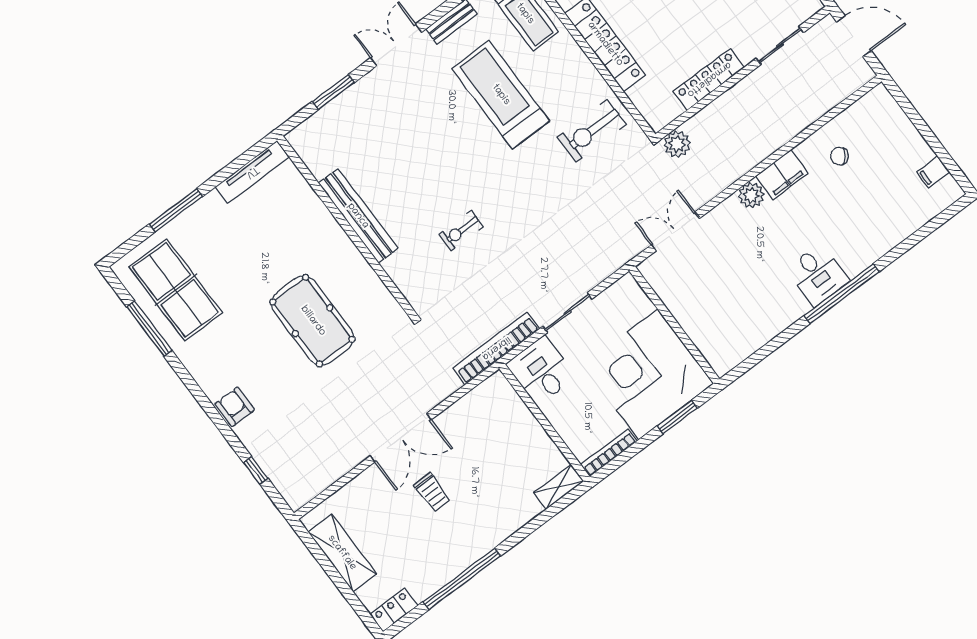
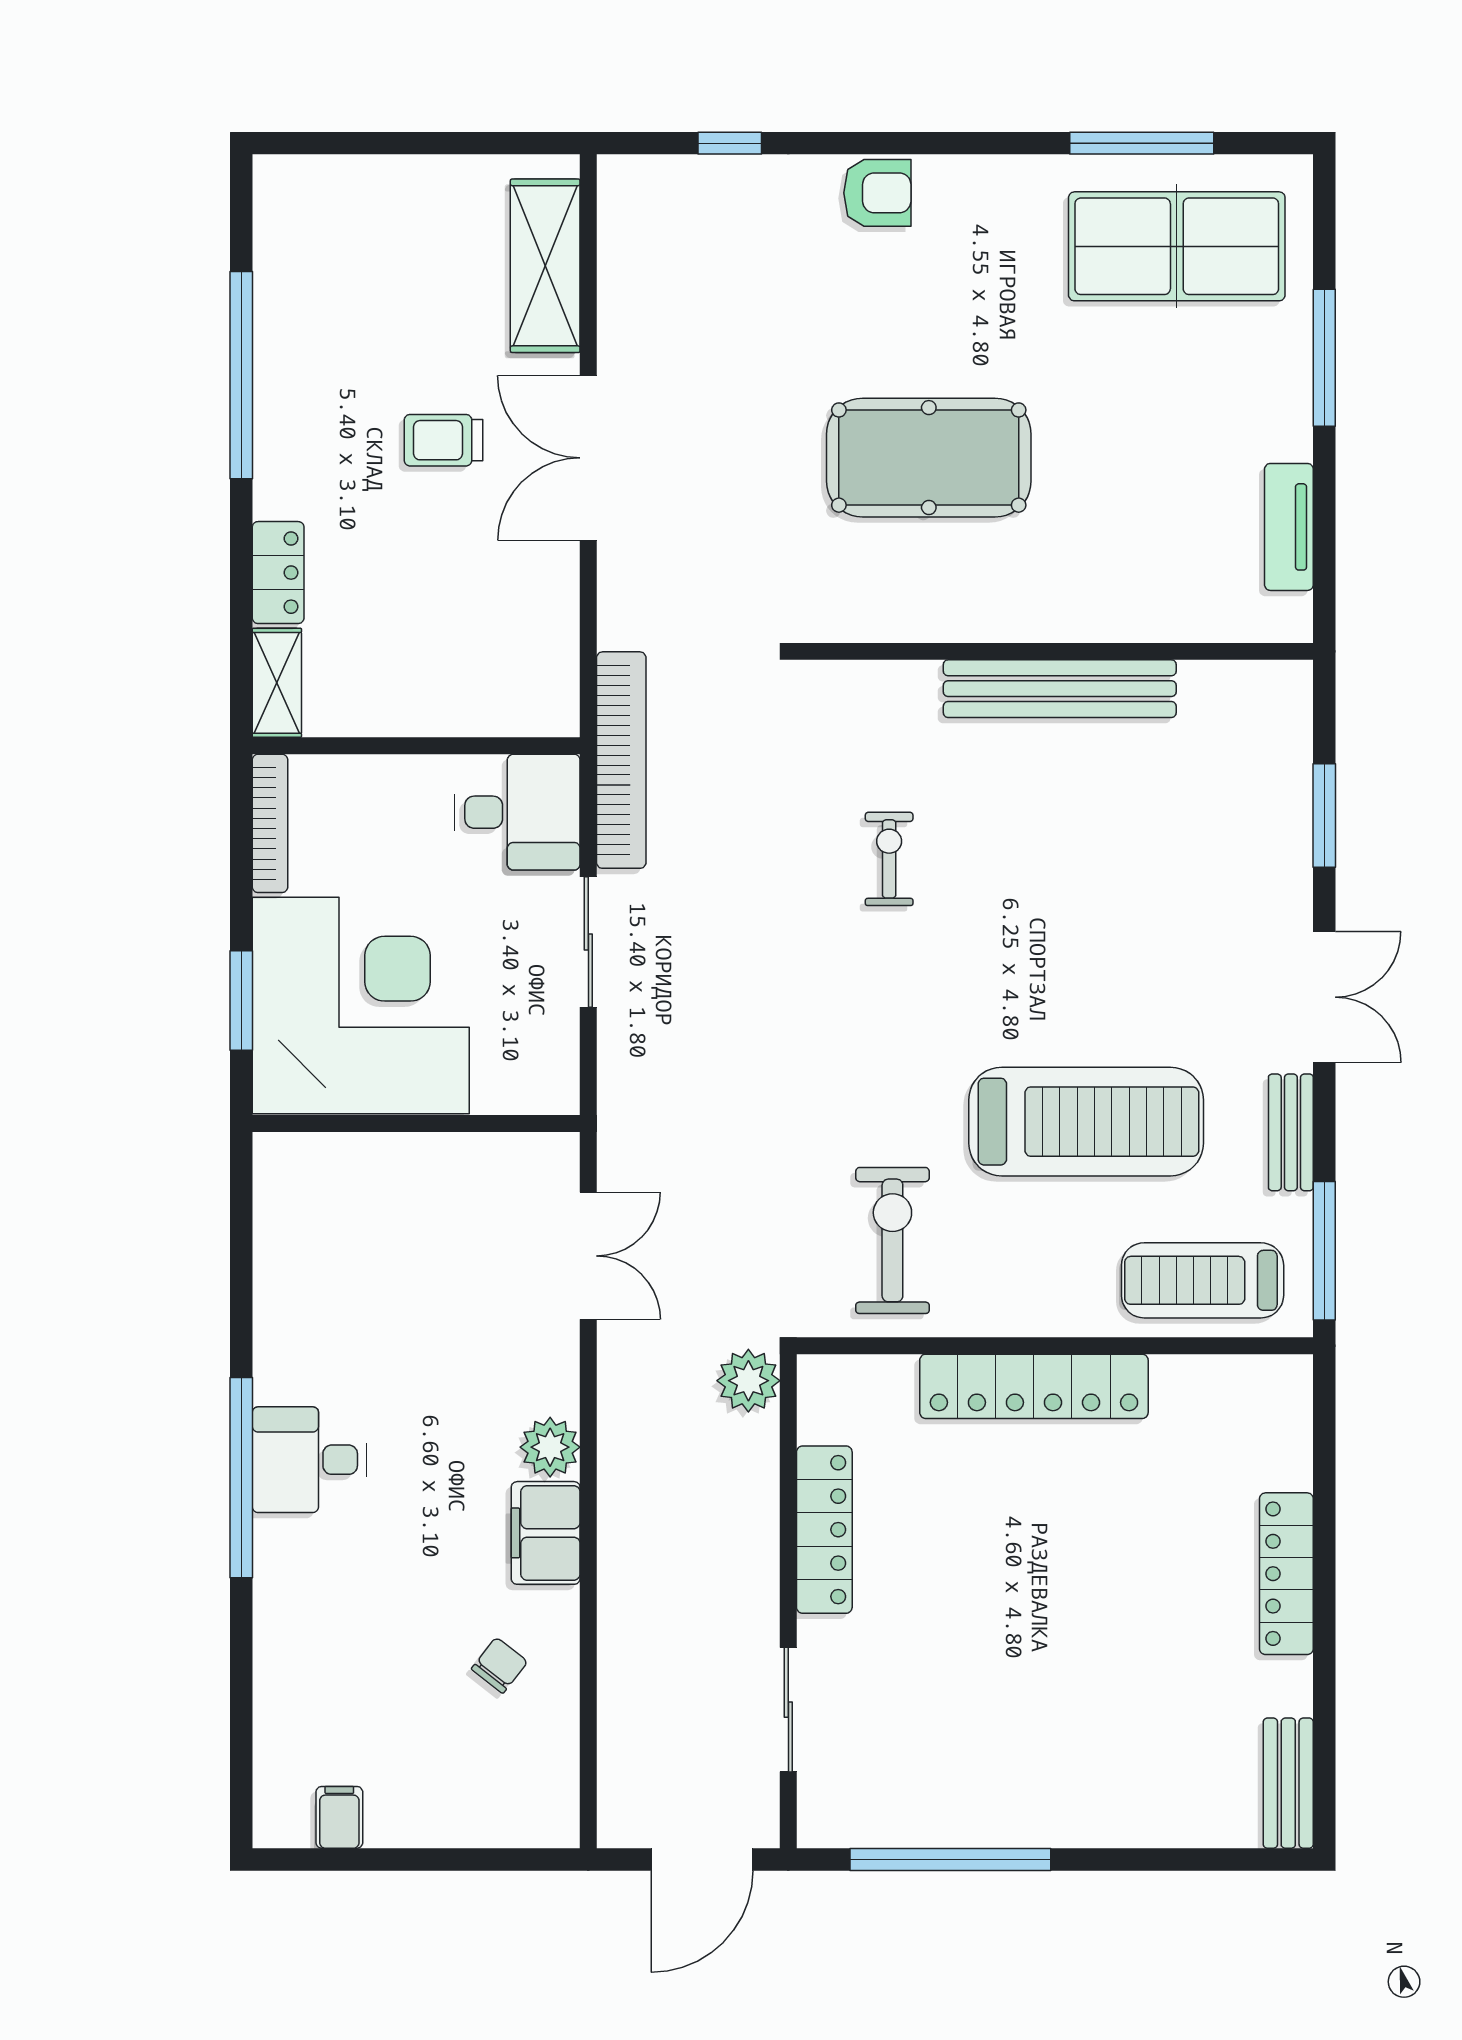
tv unit: (252, 172) -> (1289, 527), width x0.71
shelving: (342, 553) -> (545, 266), moved, turned 90
locker: (394, 610) -> (278, 573), moved

